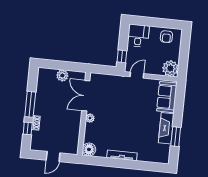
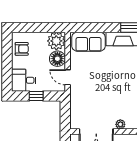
window: (122, 56) -> (36, 96), moved
floor lamp: (154, 68) -> (57, 59), added

